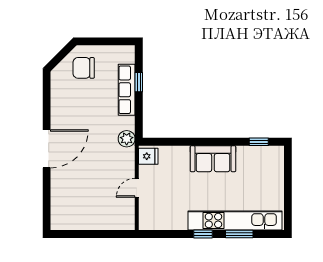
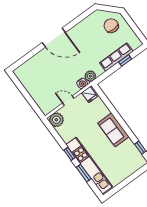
water cooler: (128, 155) -> (82, 83), added
plant: (149, 219) -> (56, 120), added

